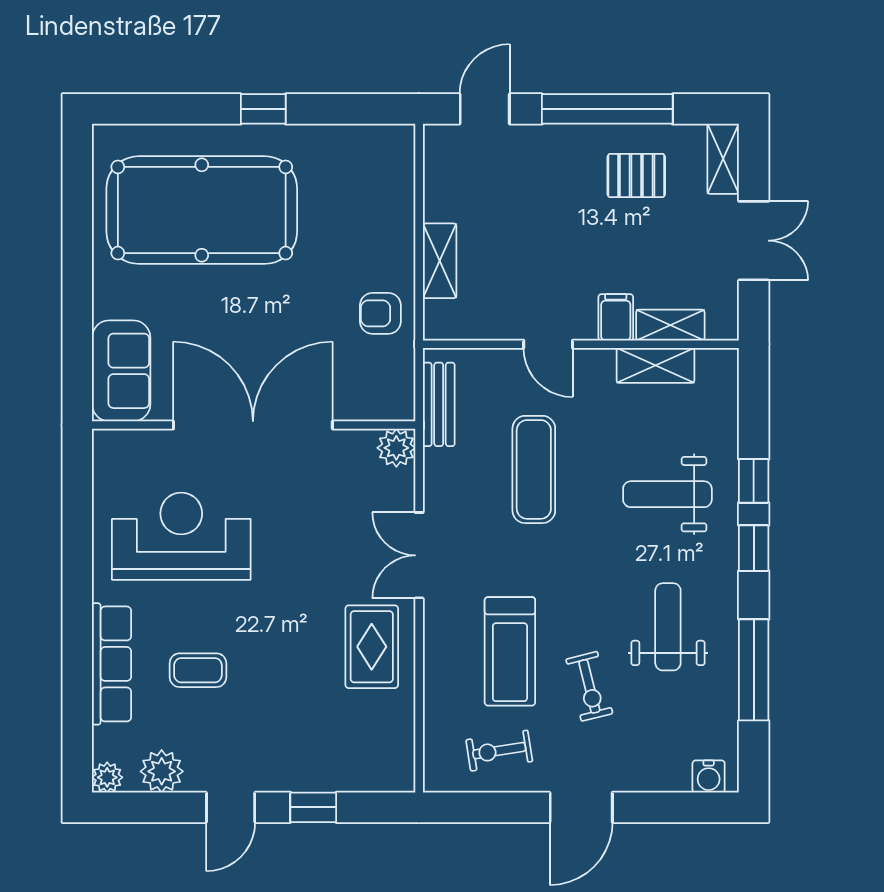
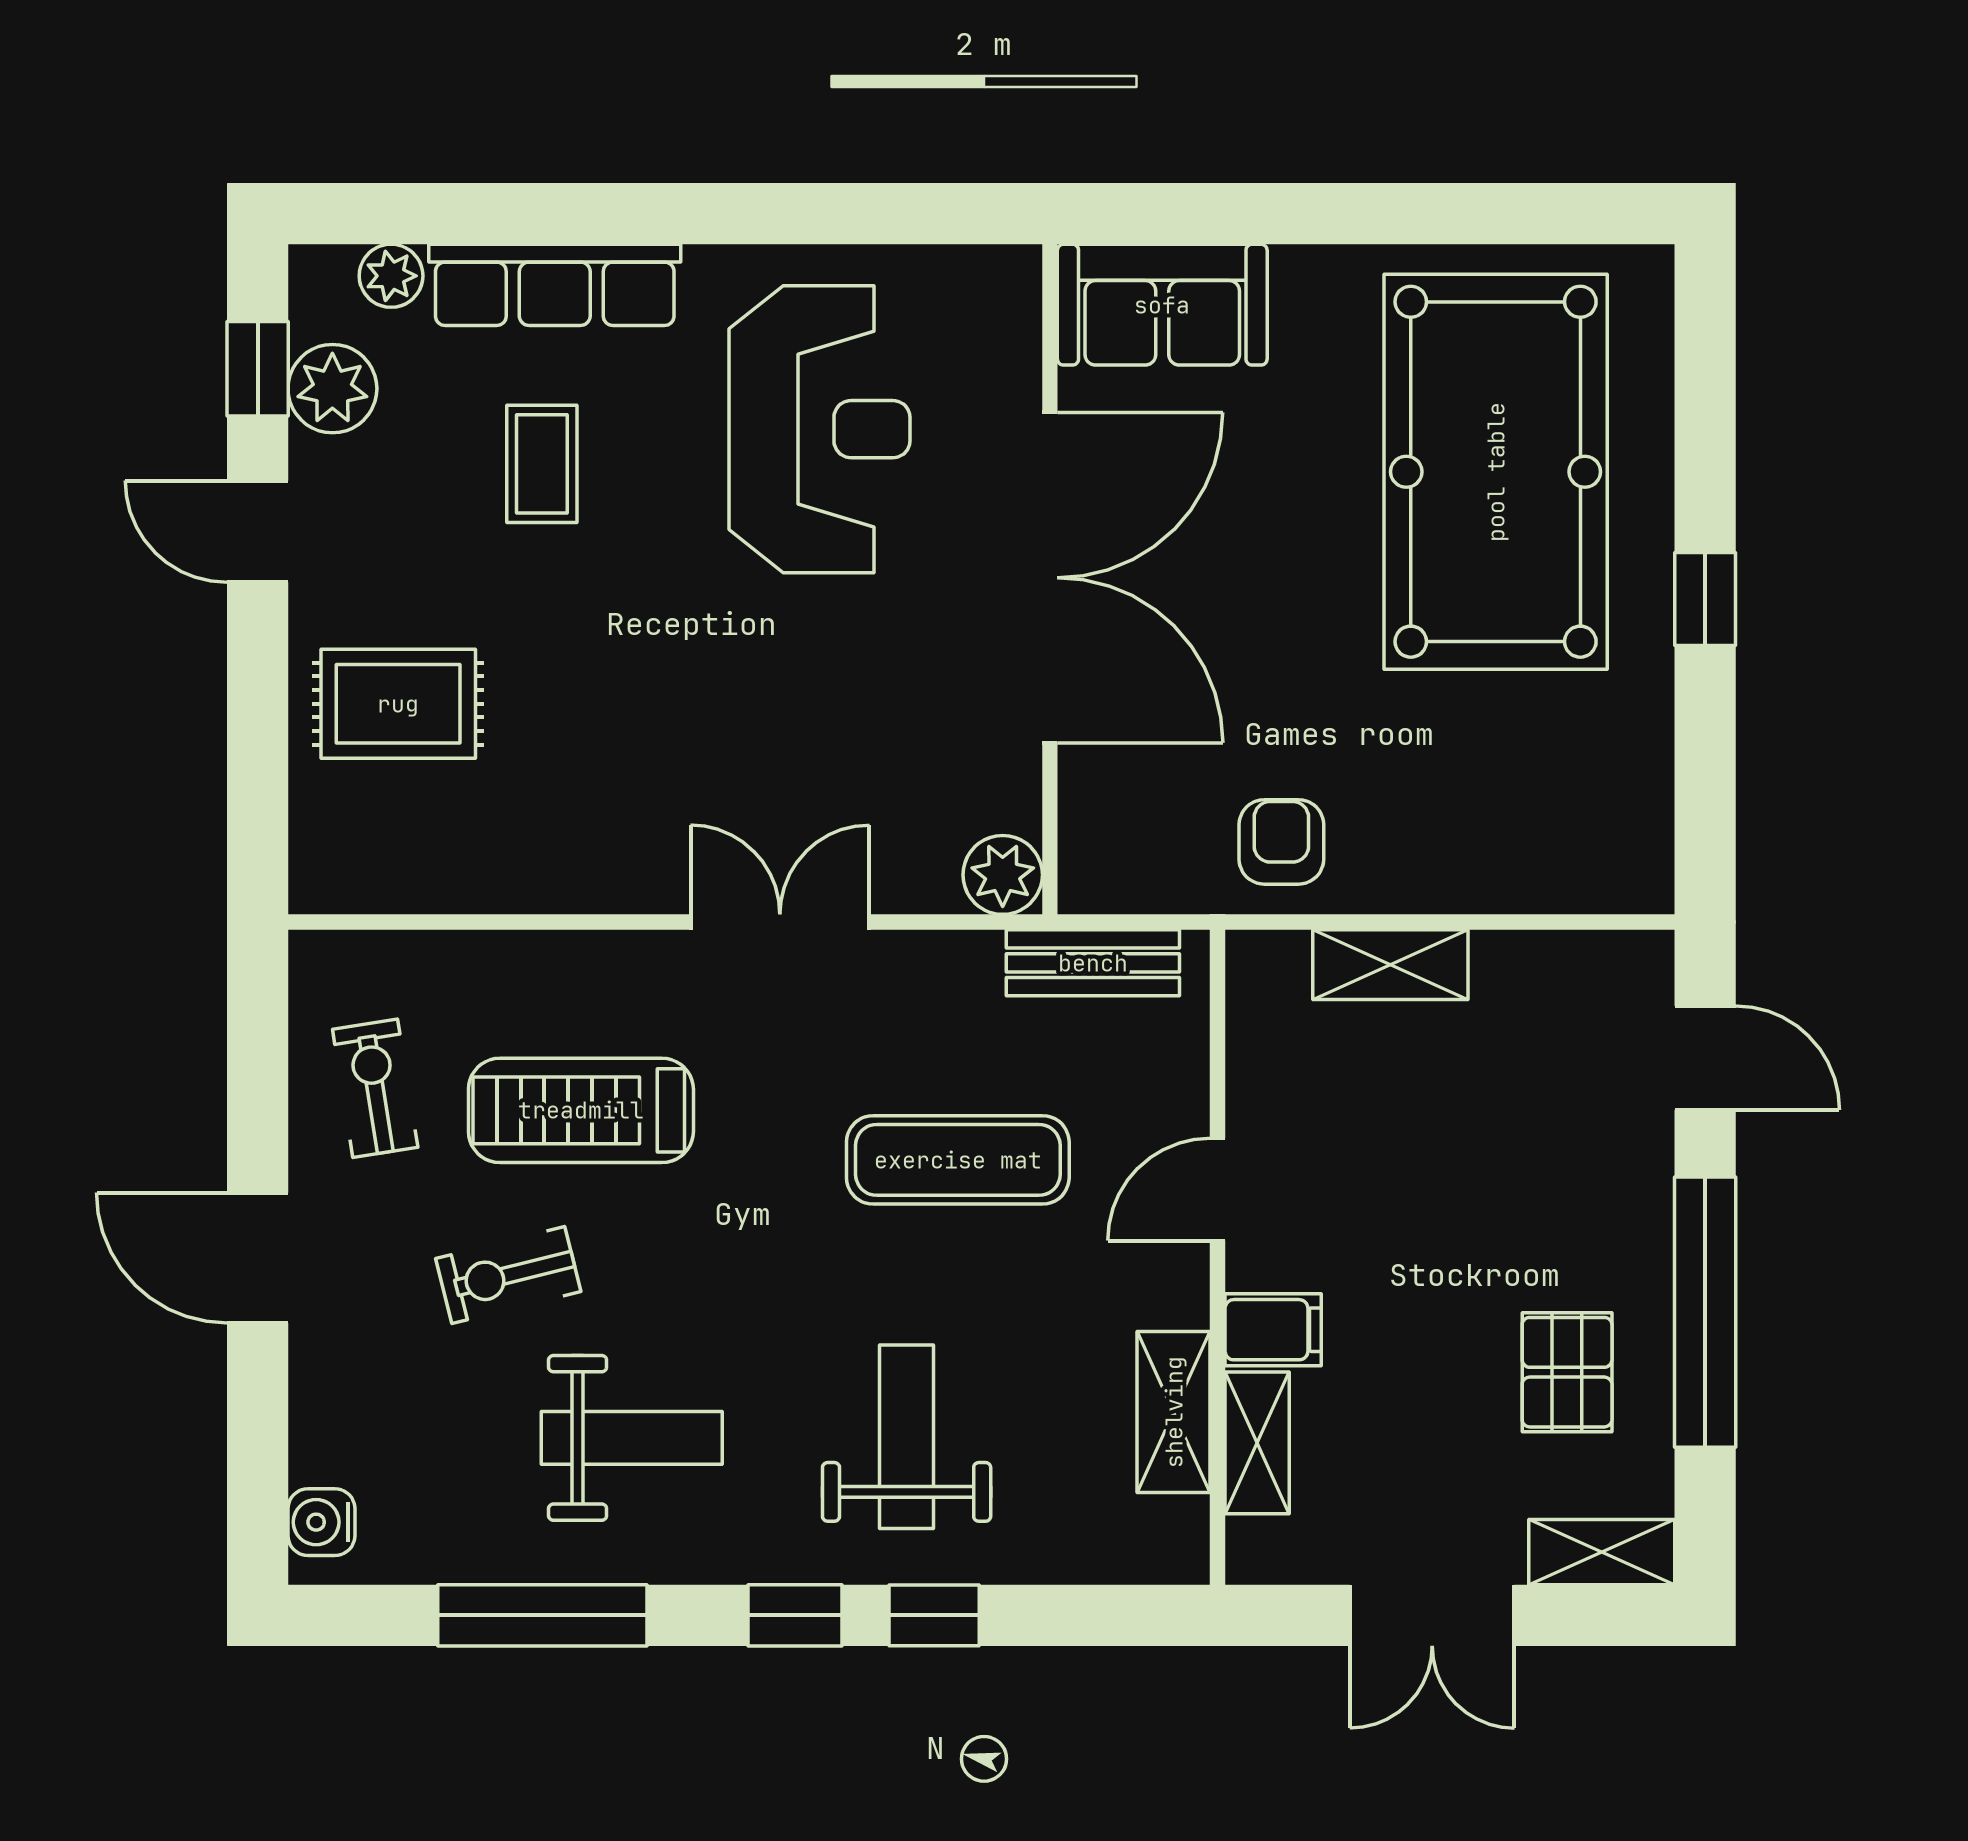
rug: (372, 647) -> (398, 704), moved
plant: (107, 777) -> (391, 276), moved
window: (313, 807) -> (258, 369), moved

